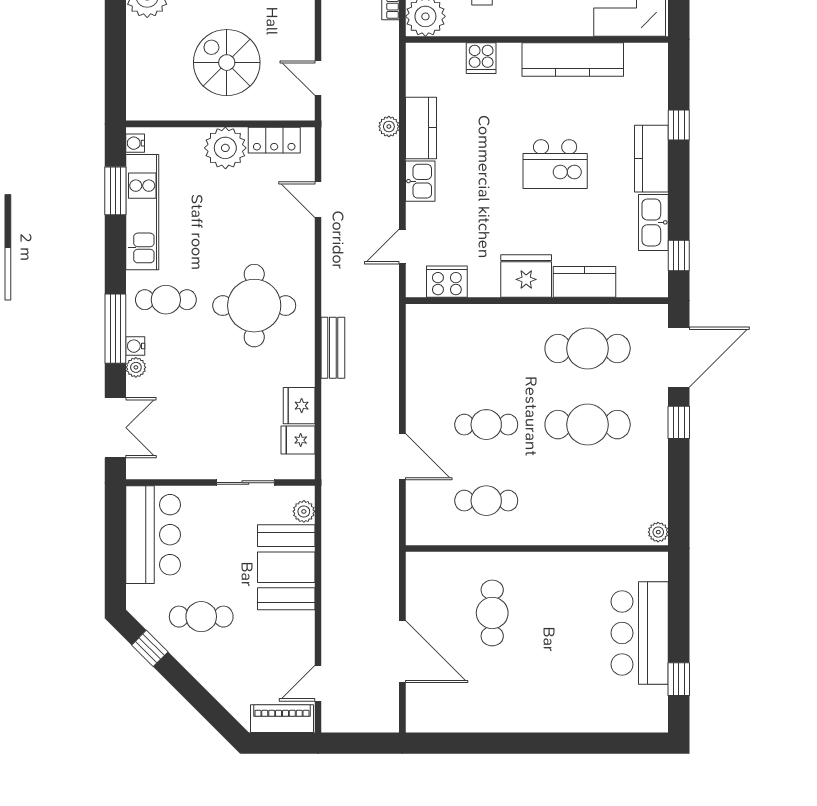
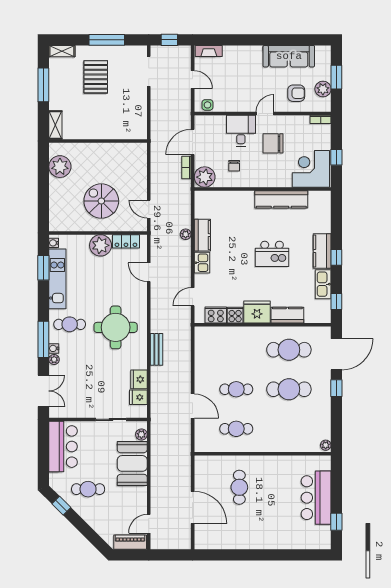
cooker: (481, 58) -> (235, 315), moved, turned 180
window: (679, 125) -> (336, 257), moved

